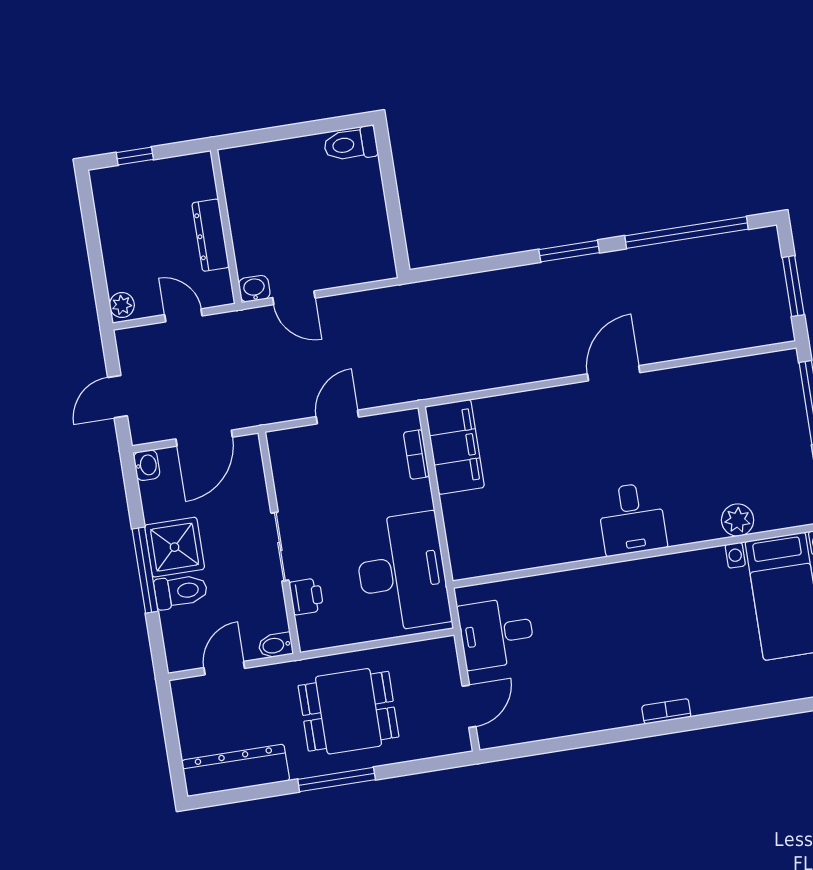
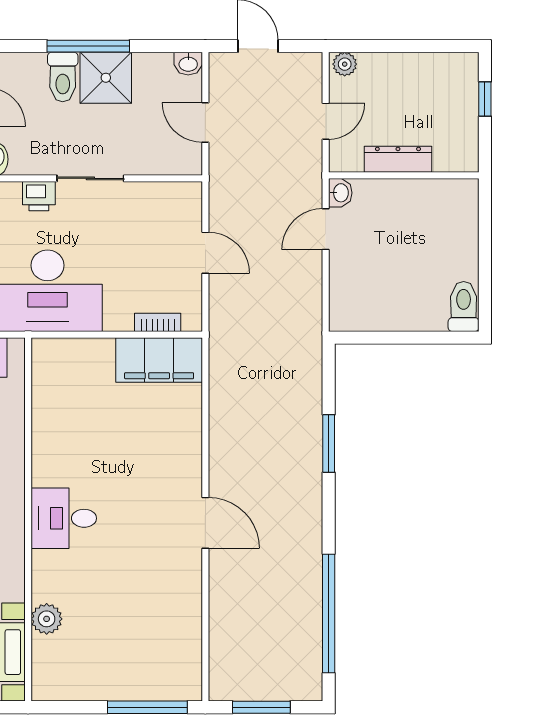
window: (569, 251) -> (329, 443), moved
door: (204, 438) -> (205, 123), width x0.73

